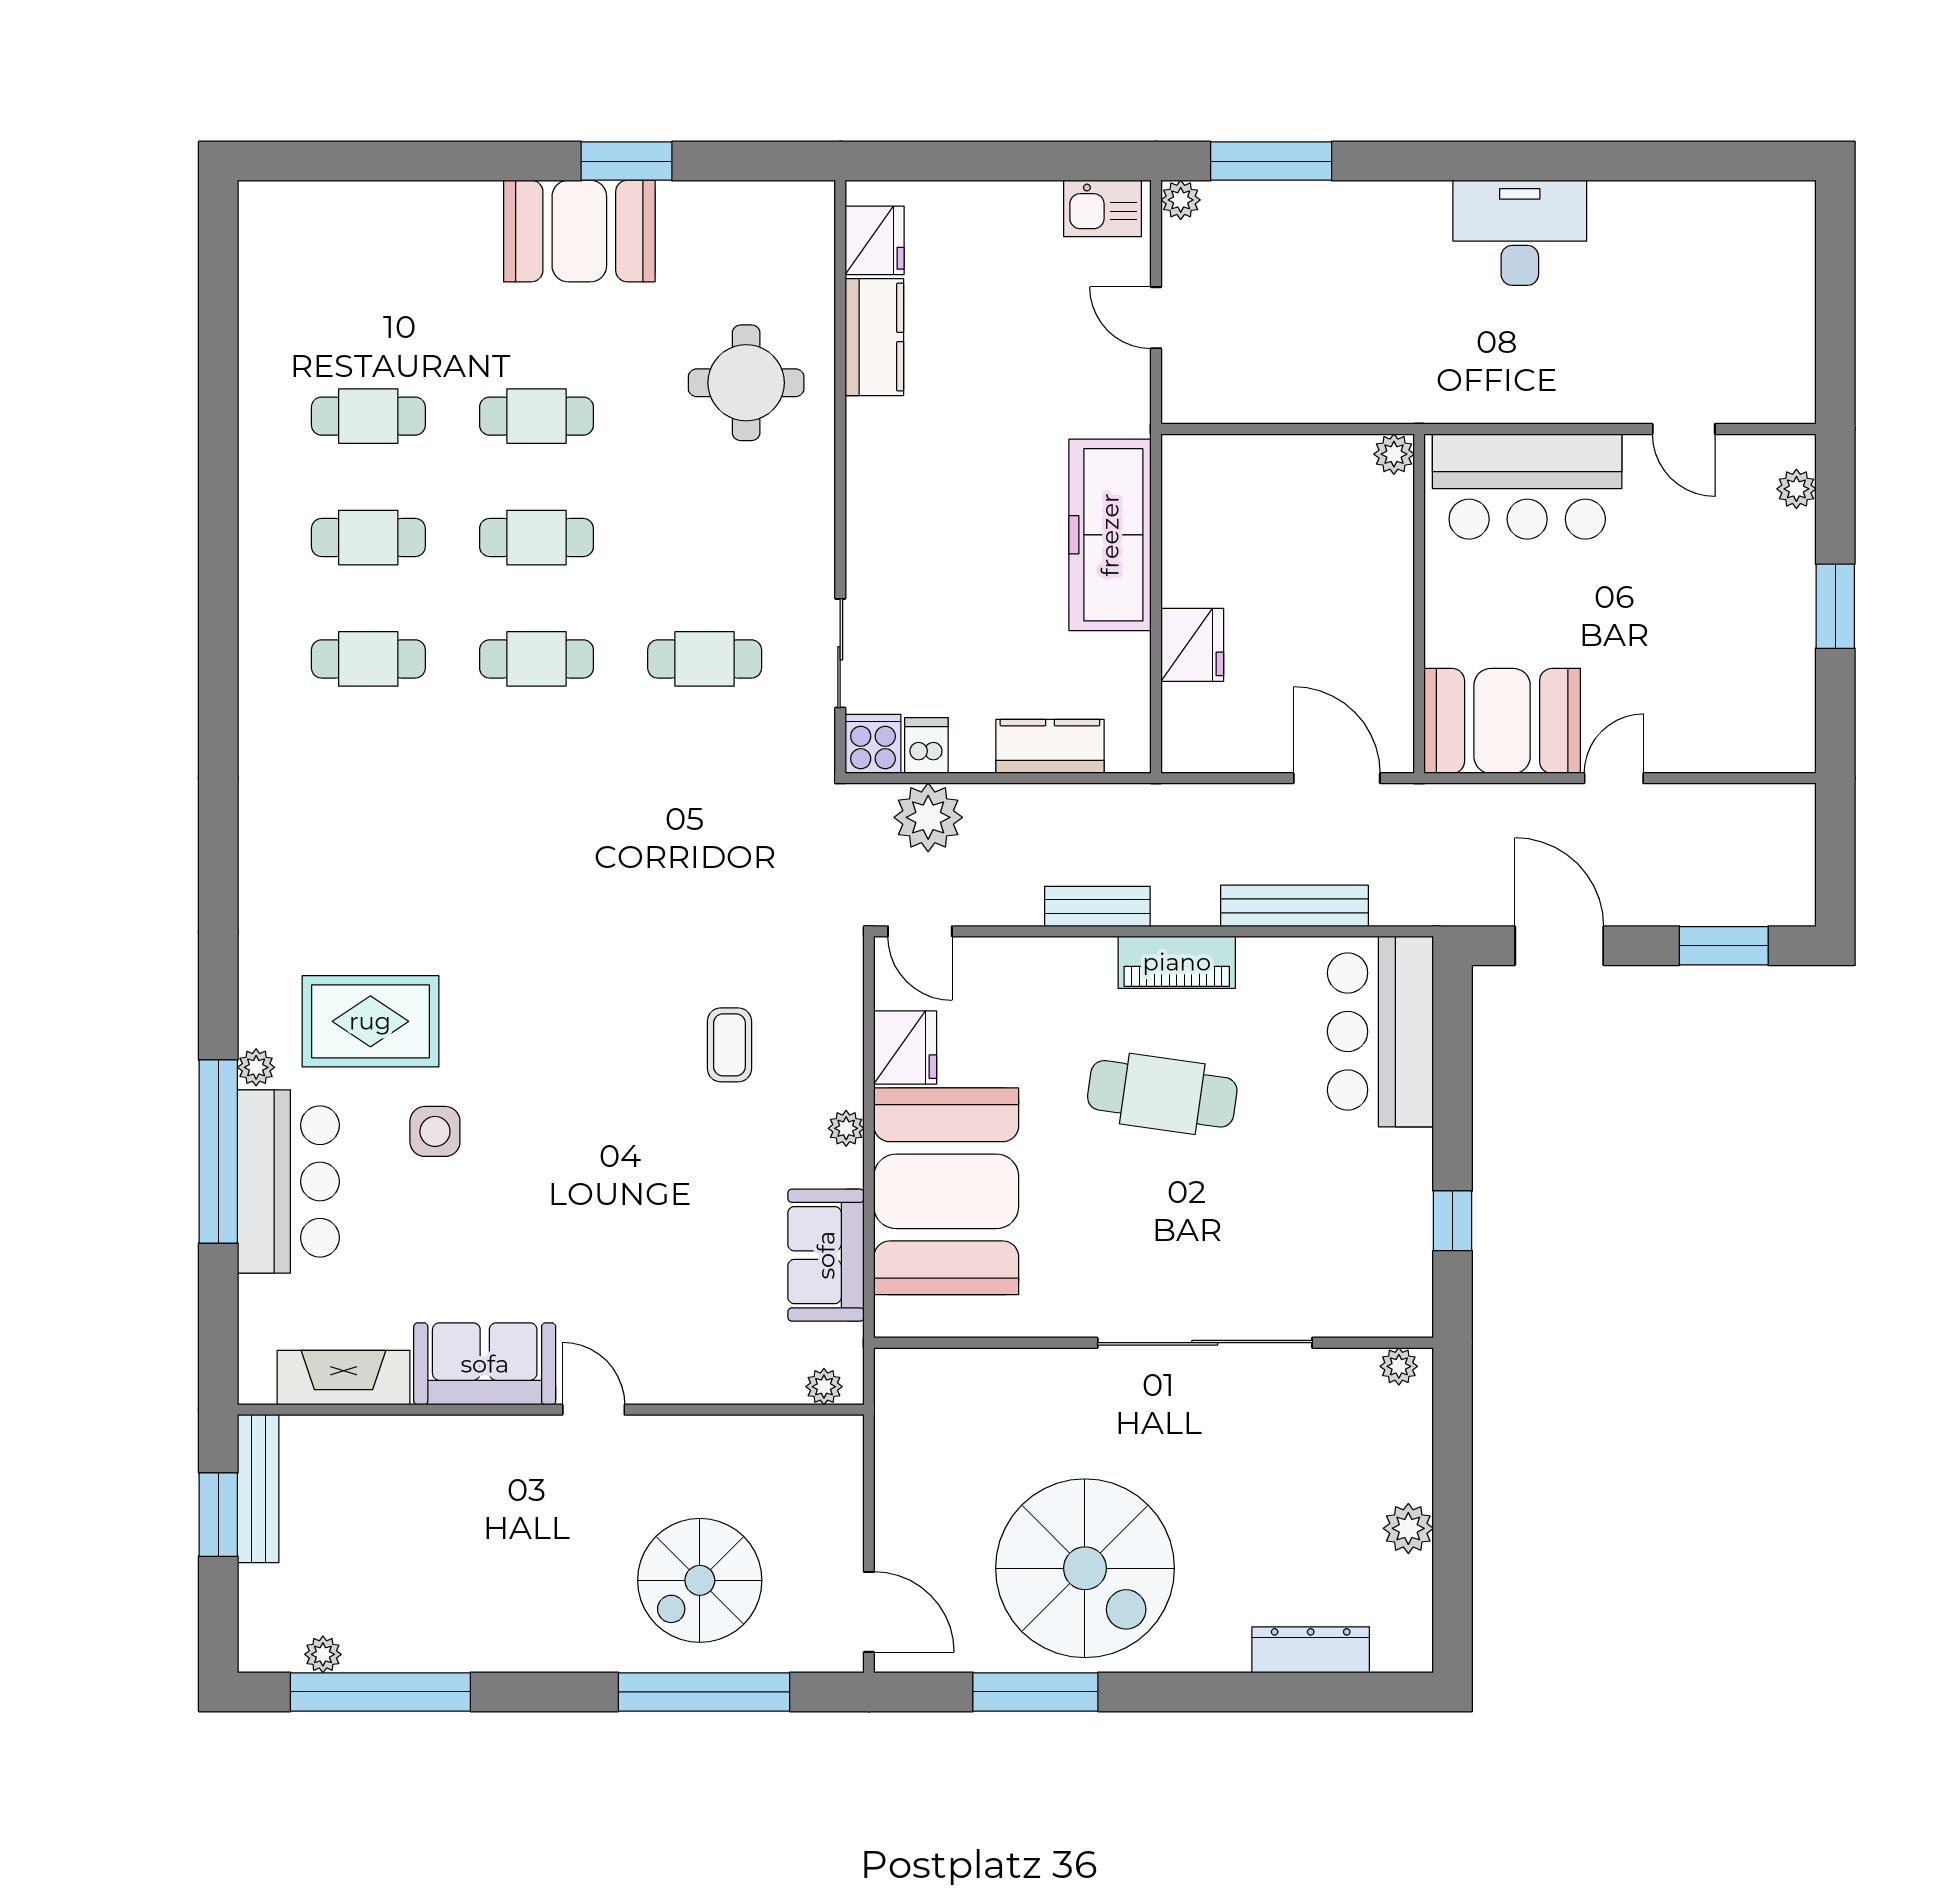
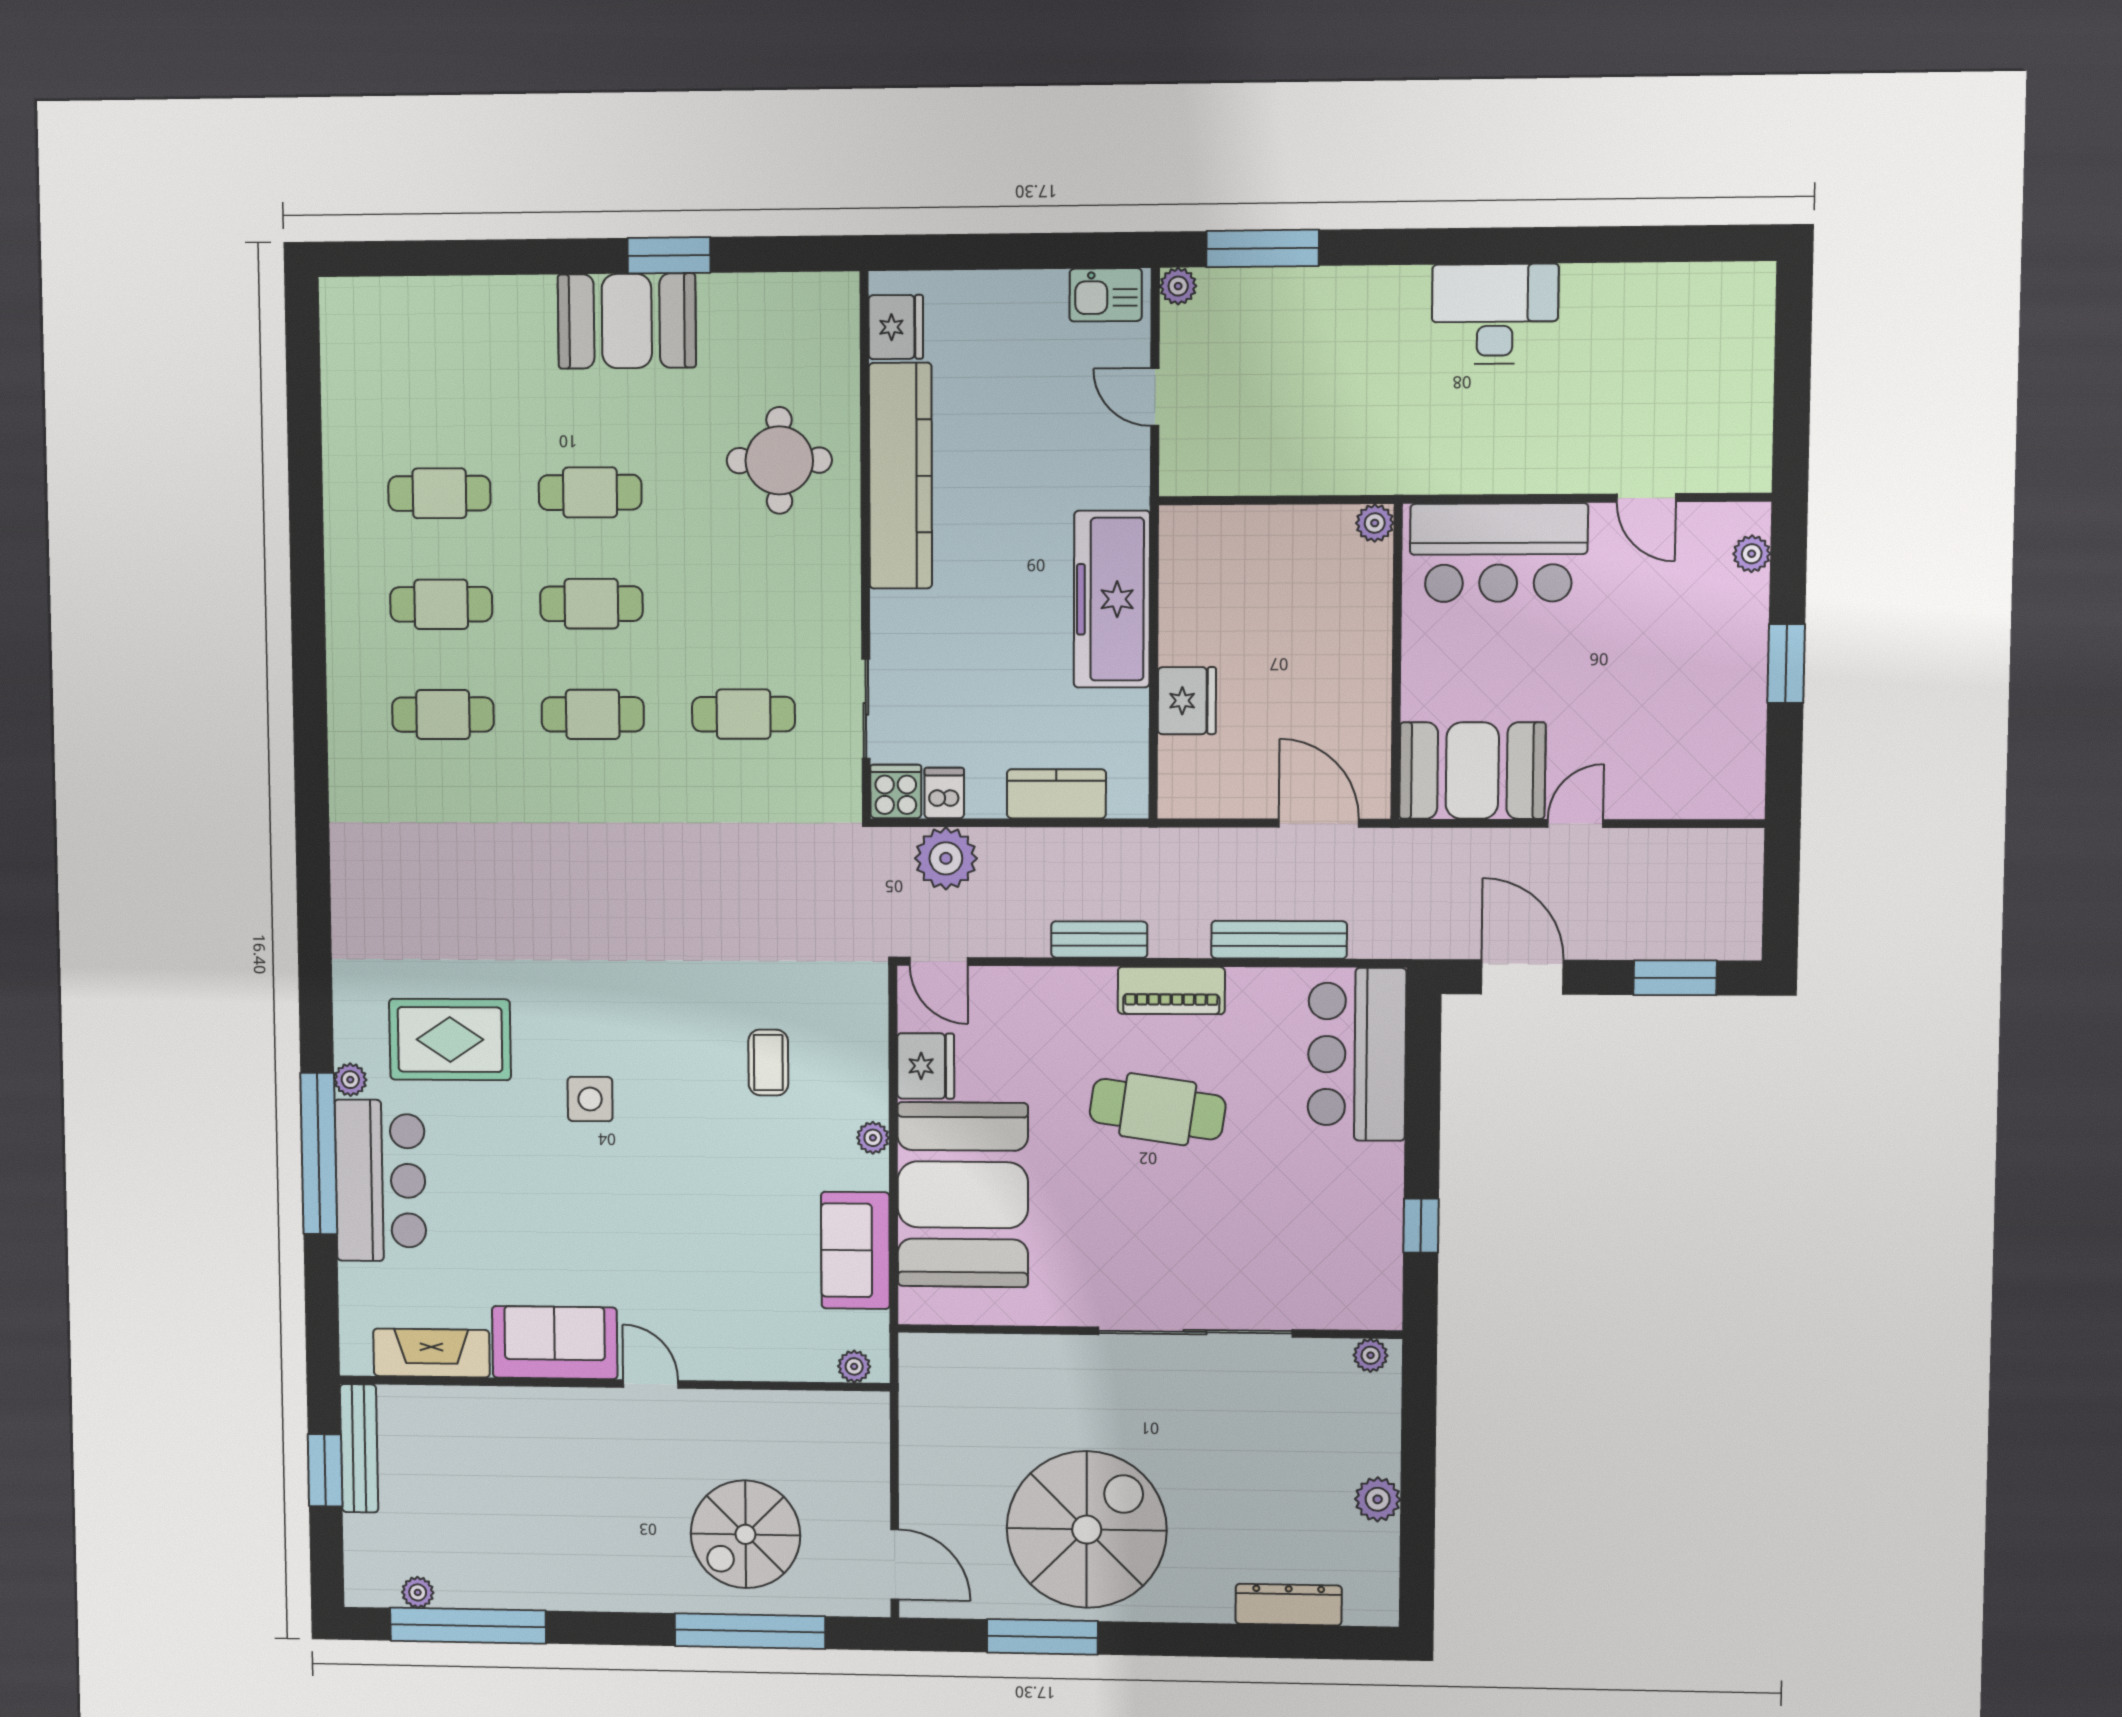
kitchen counter: (874, 337) -> (900, 476), width x2.08, depth x1.17
side table: (435, 1131) -> (590, 1099), moved
spiral stairs: (1085, 1568) -> (1087, 1530), turned -90

